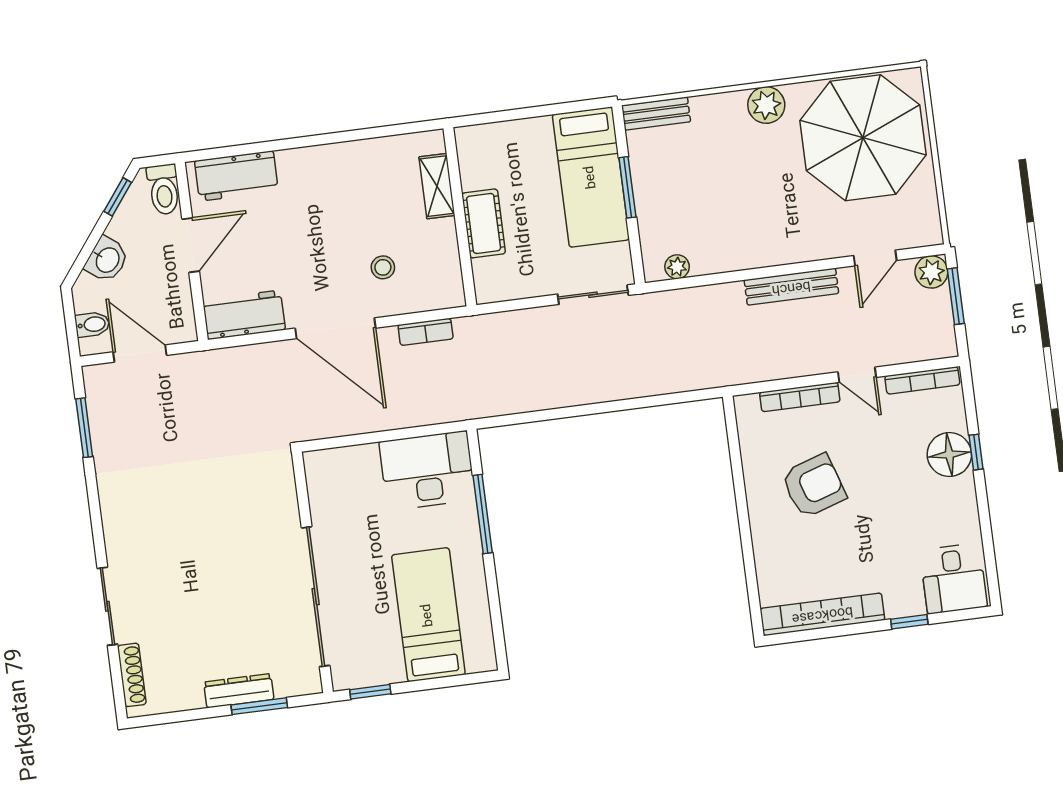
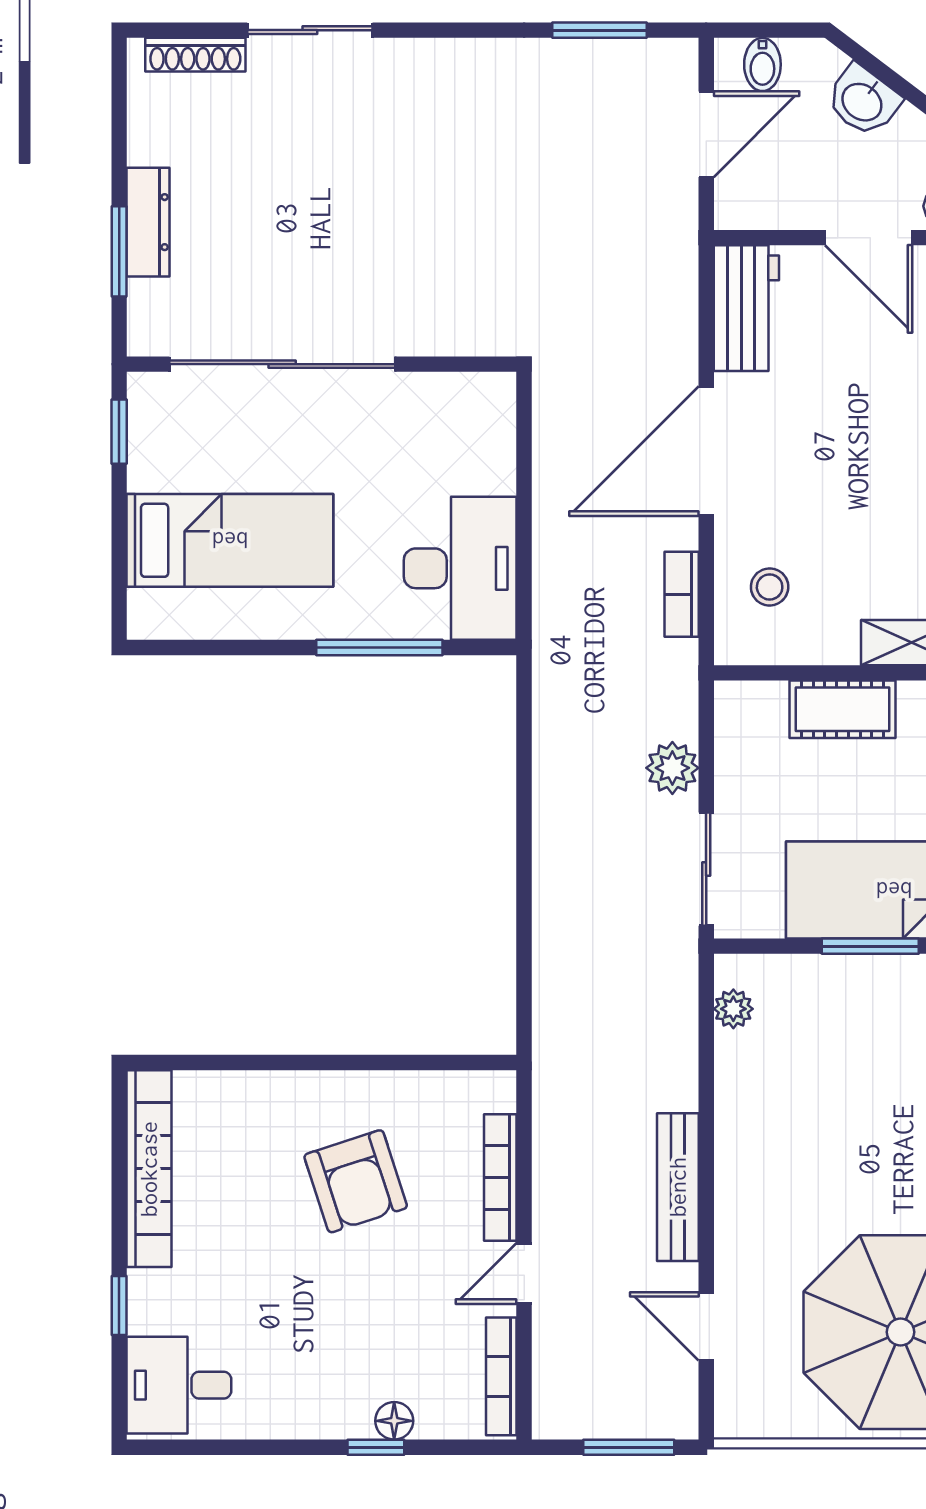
stool: (383, 267) -> (770, 587), moved
plant: (931, 272) -> (672, 768), moved
floor lamp: (949, 455) -> (394, 1421), width x0.53, depth x0.53

